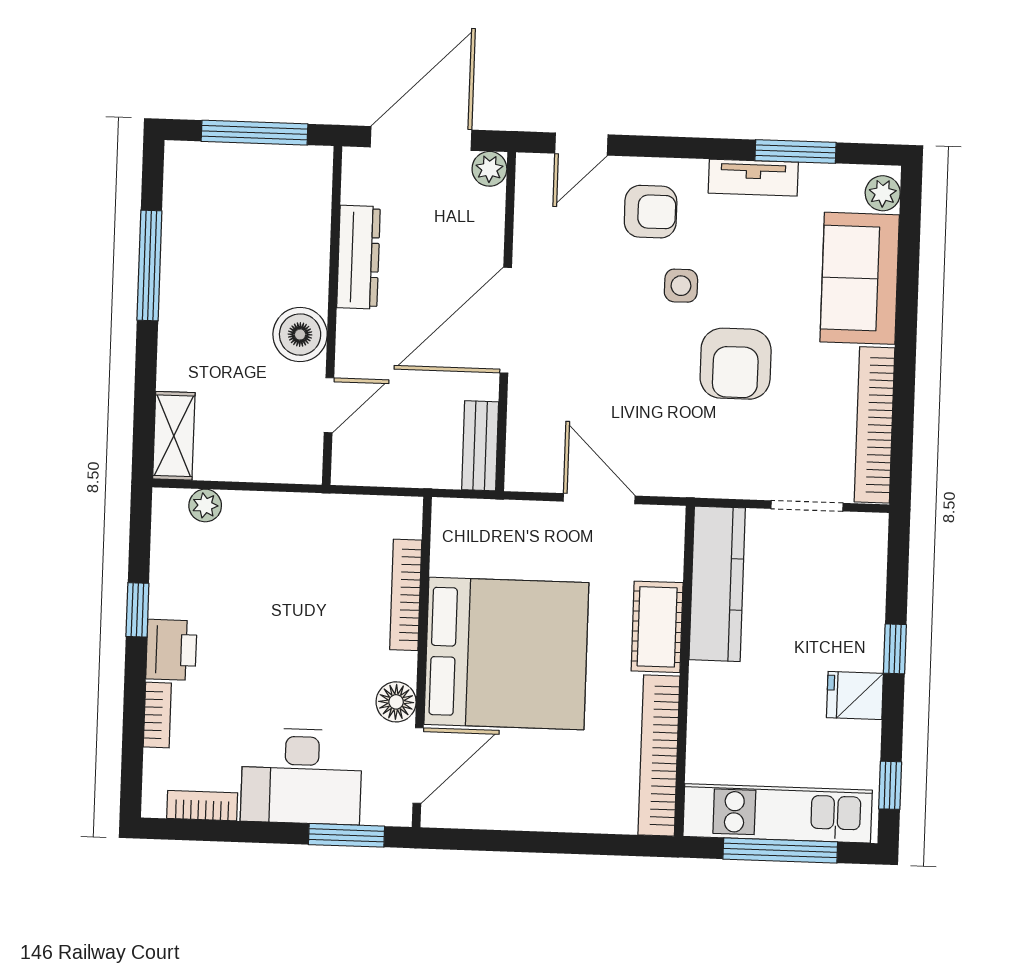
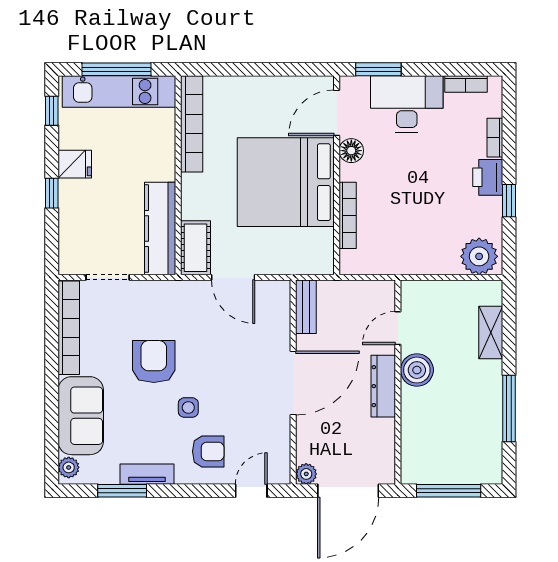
armchair: (651, 212) -> (208, 451), turned 180
dresser: (358, 257) -> (383, 386), moved
shelving: (174, 436) -> (491, 332), moved
plant: (205, 505) -> (479, 256), width x1.88, depth x1.88
cot: (657, 627) -> (195, 248), moved

